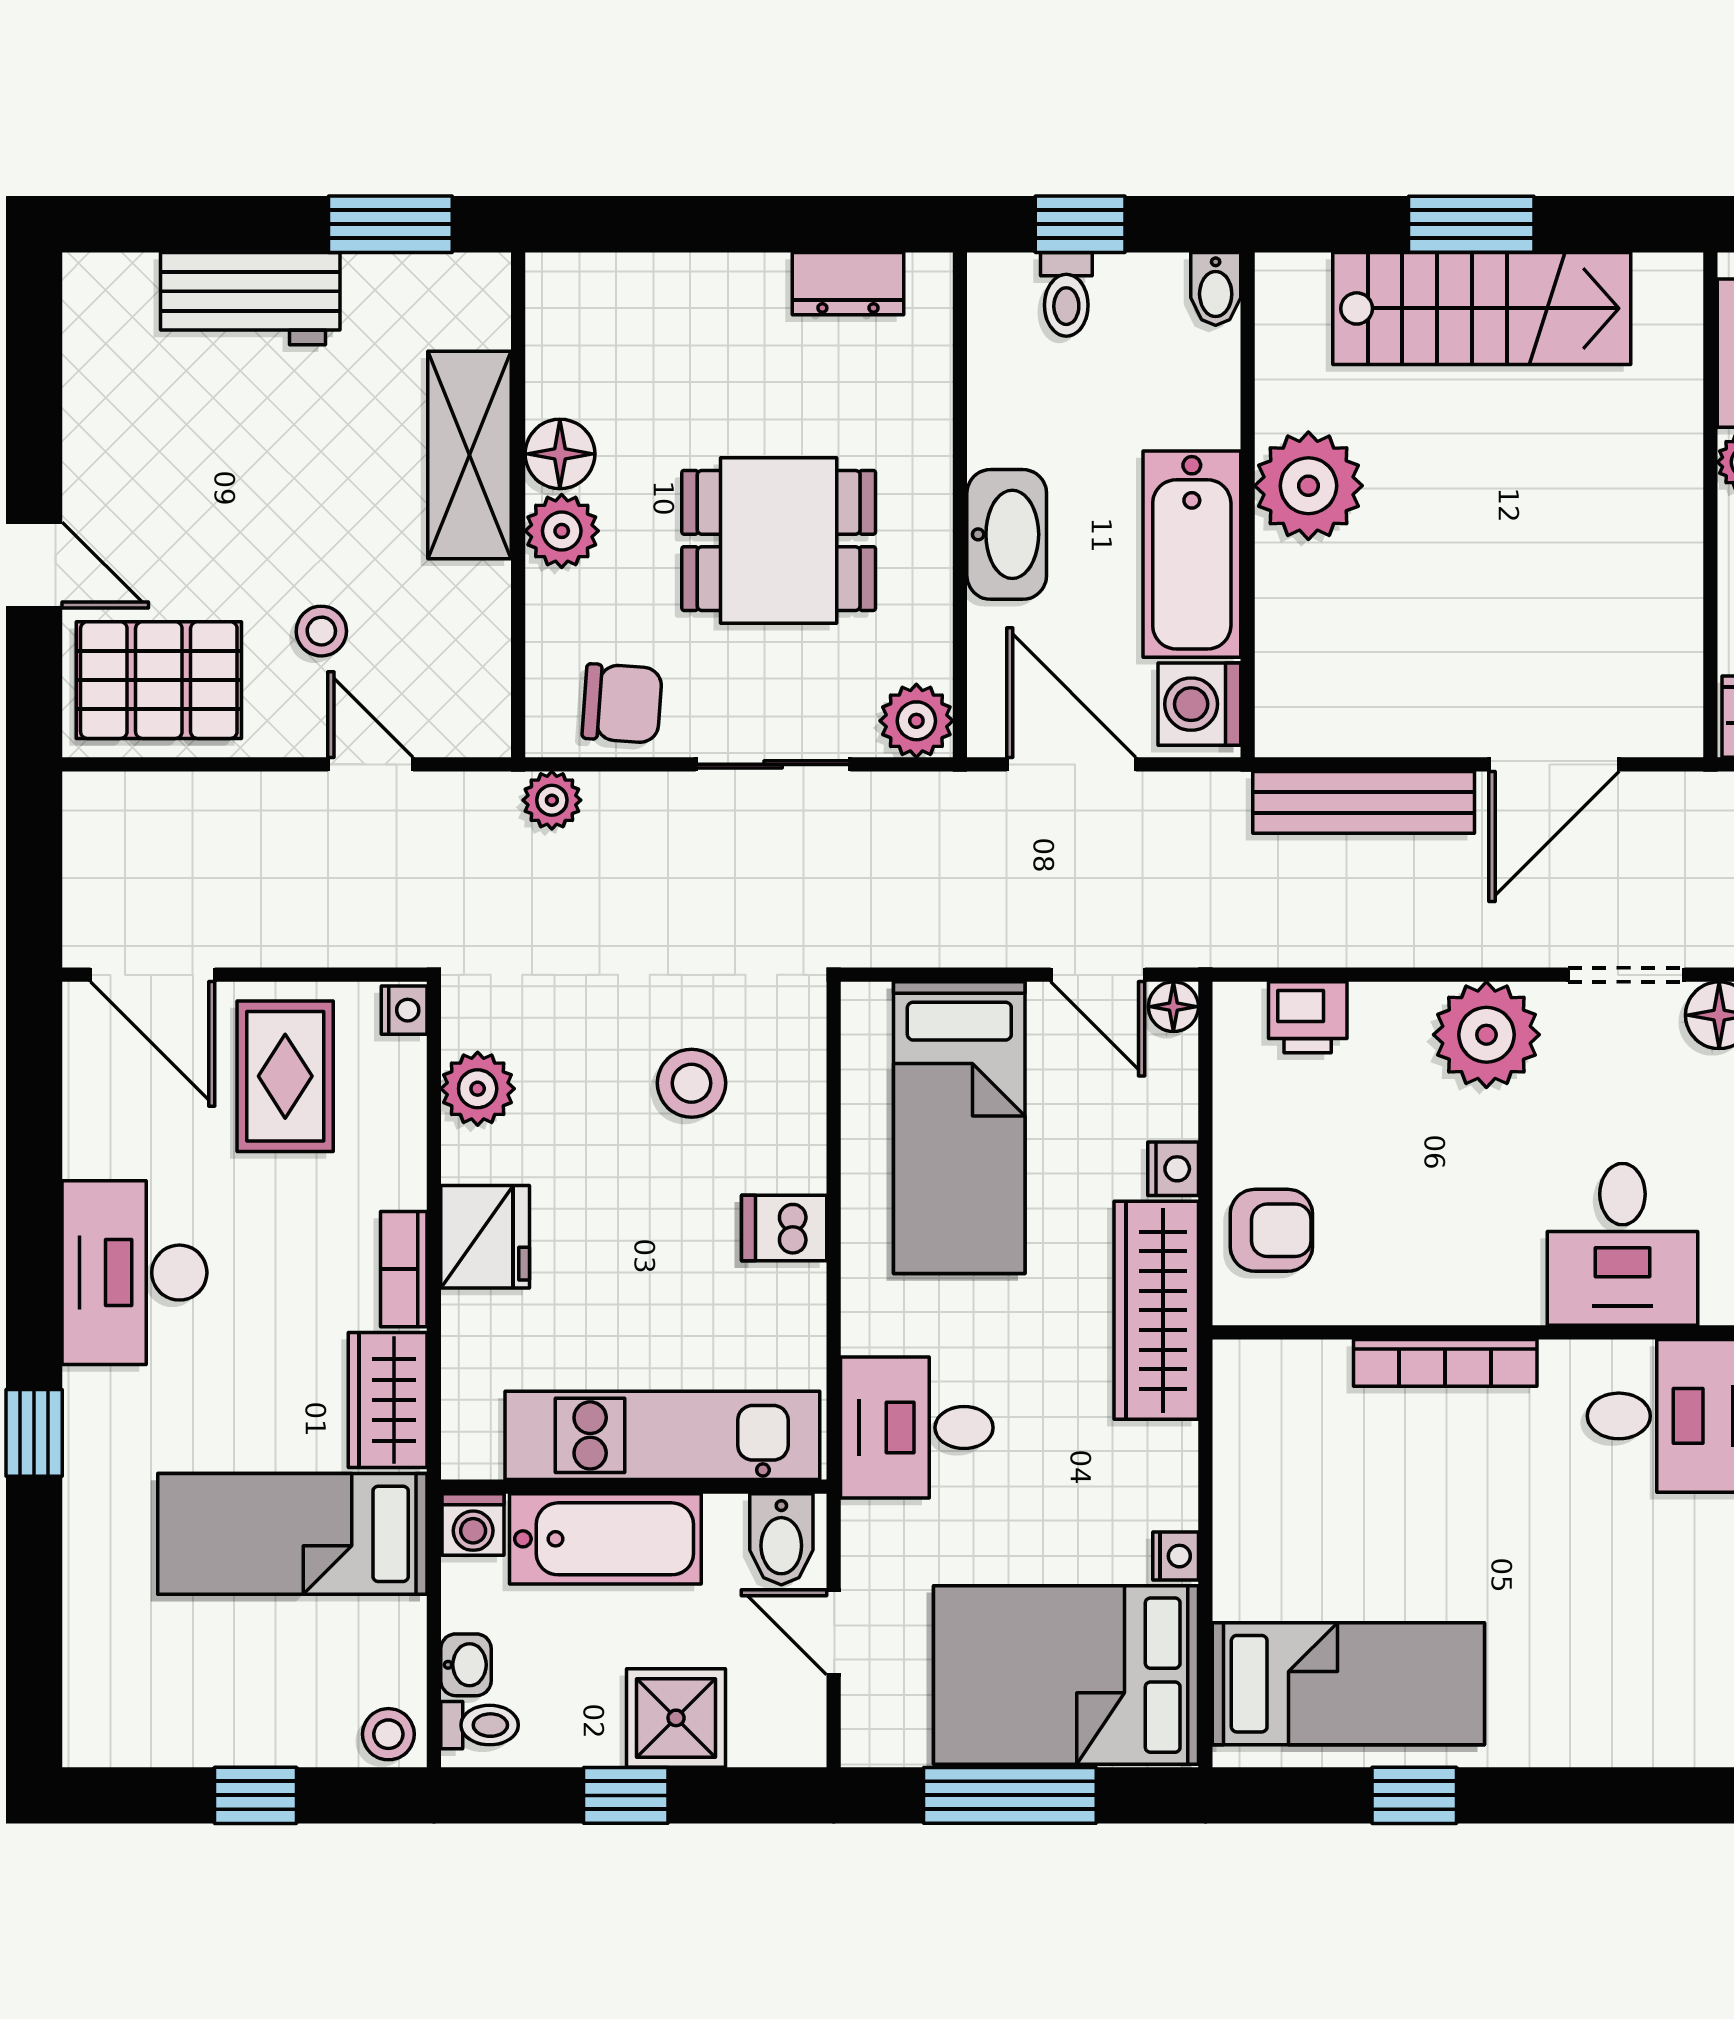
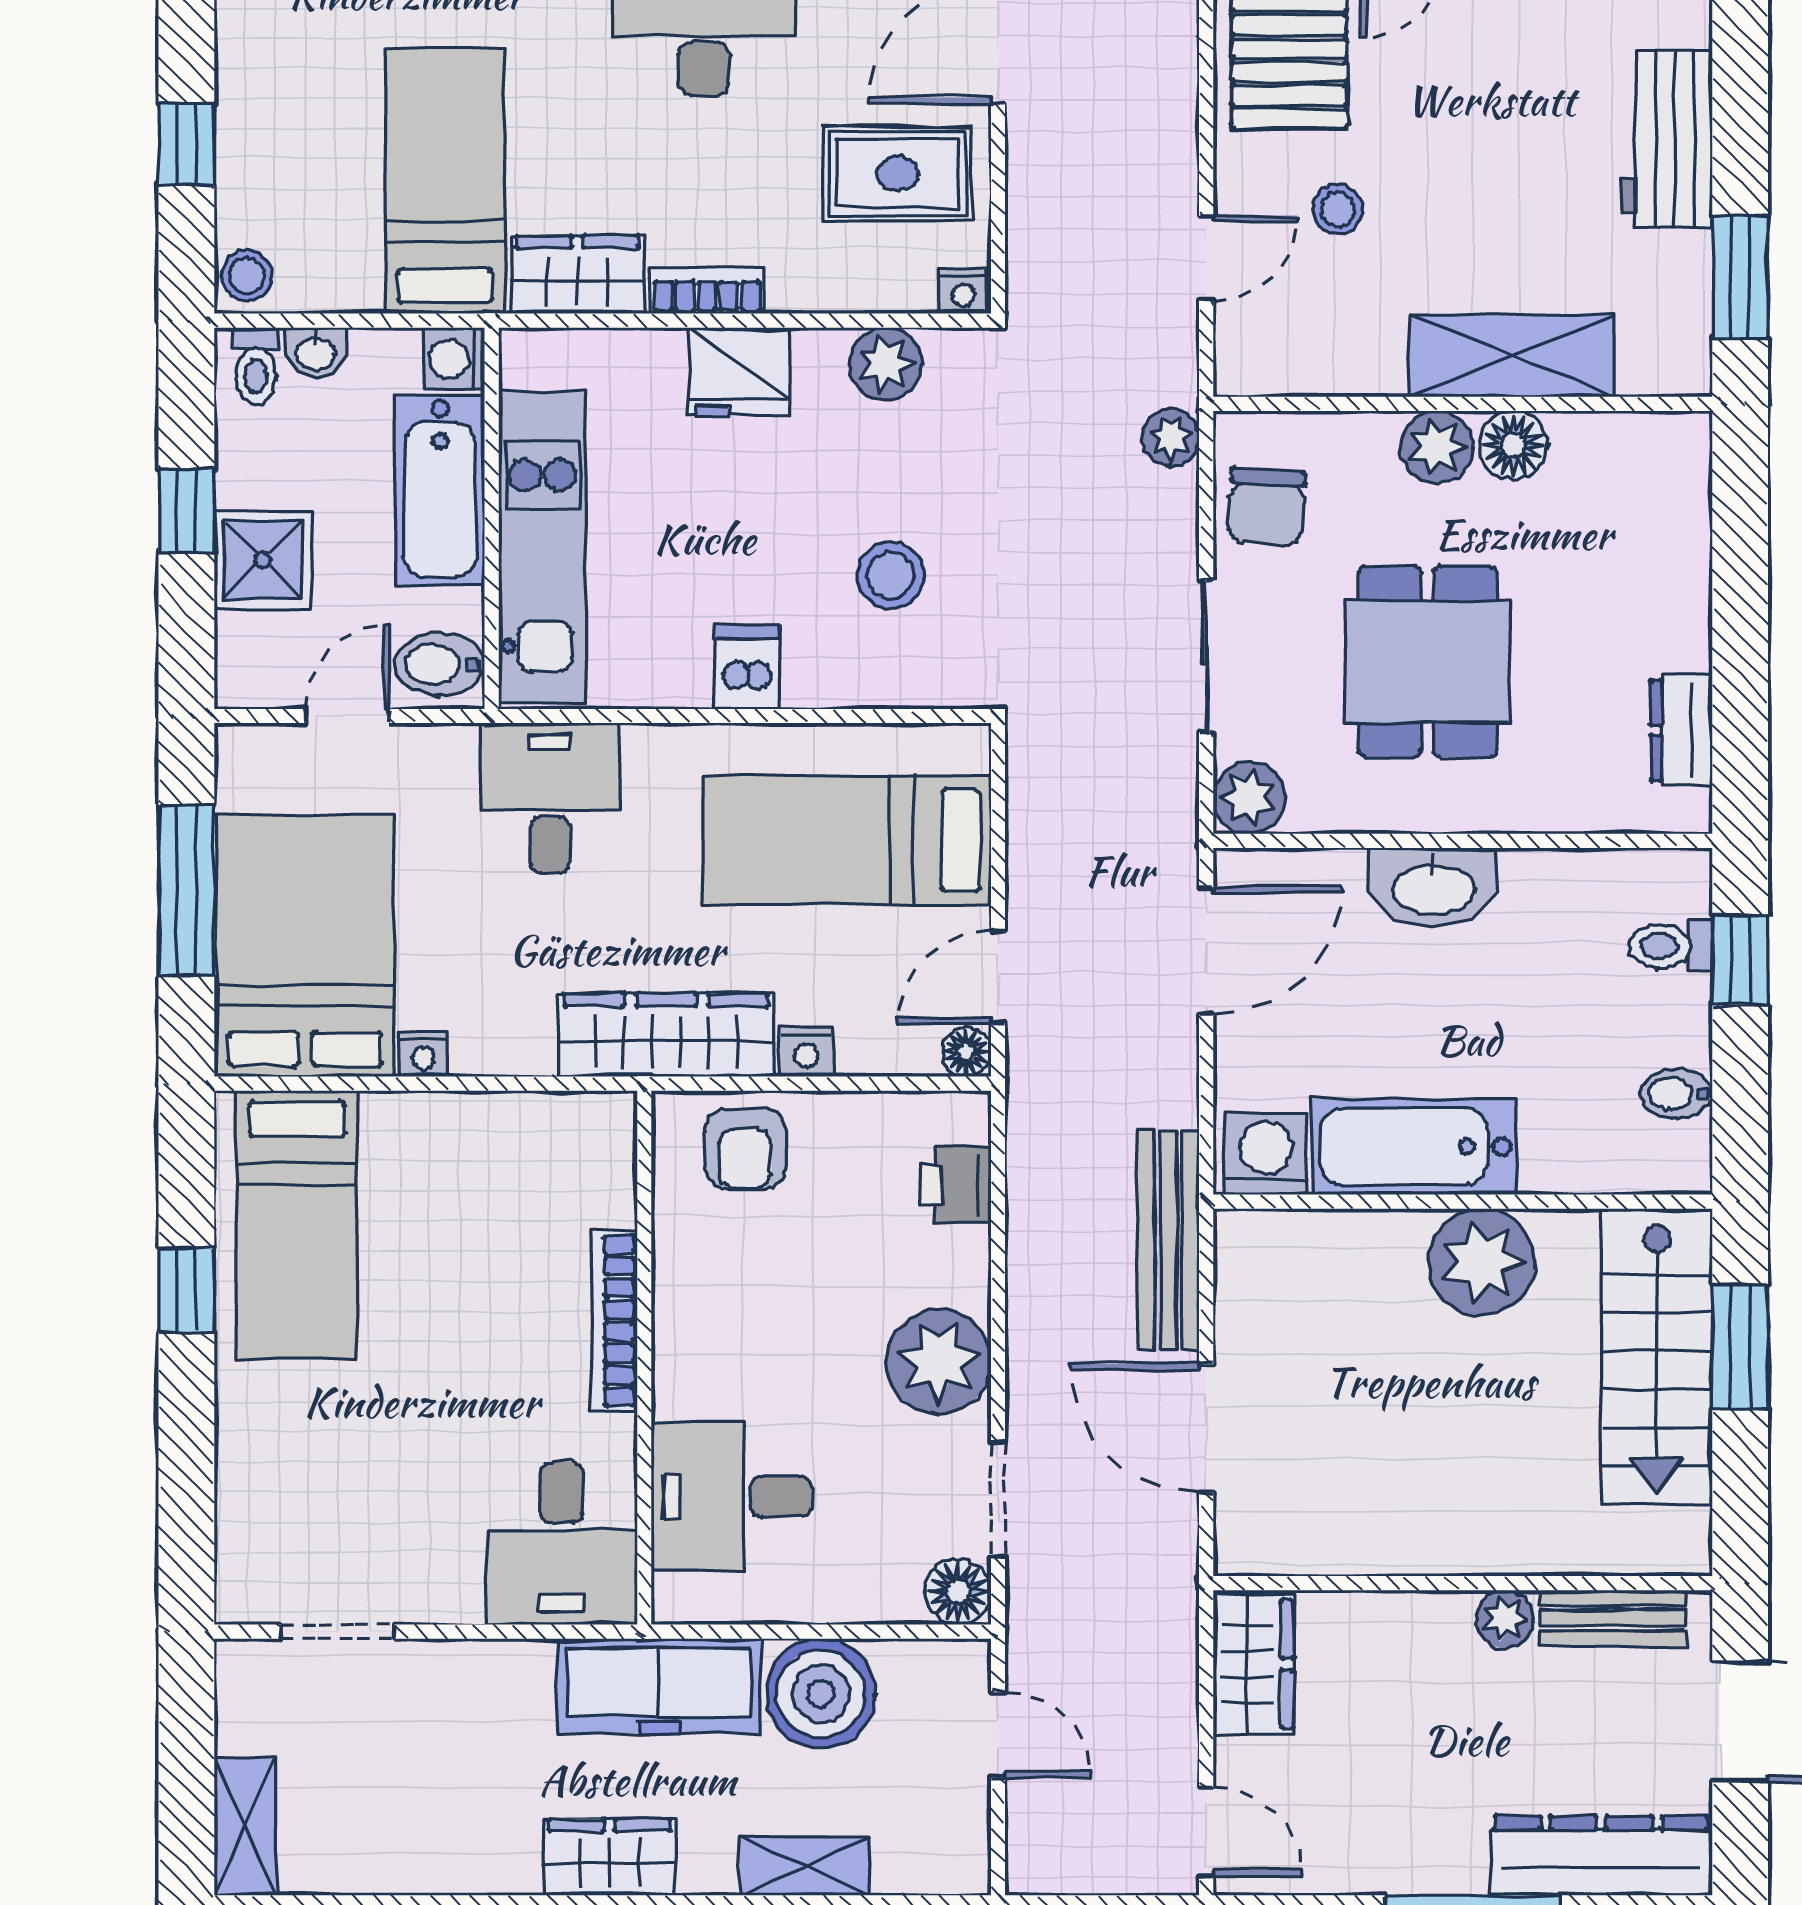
plant: (1308, 486) -> (1482, 1262), moved
wall: (1248, 505) -> (1463, 1202), moved
bathtub: (1192, 554) -> (1414, 1146), moved
washing machine: (1199, 704) -> (1266, 1154), moved

